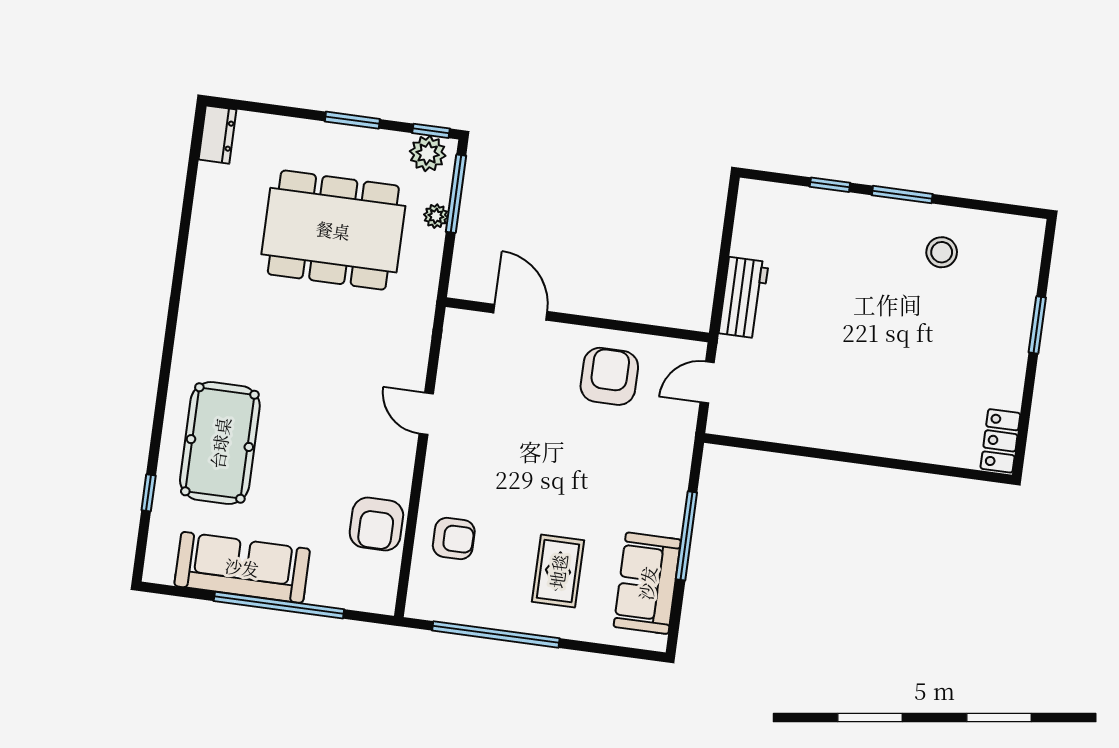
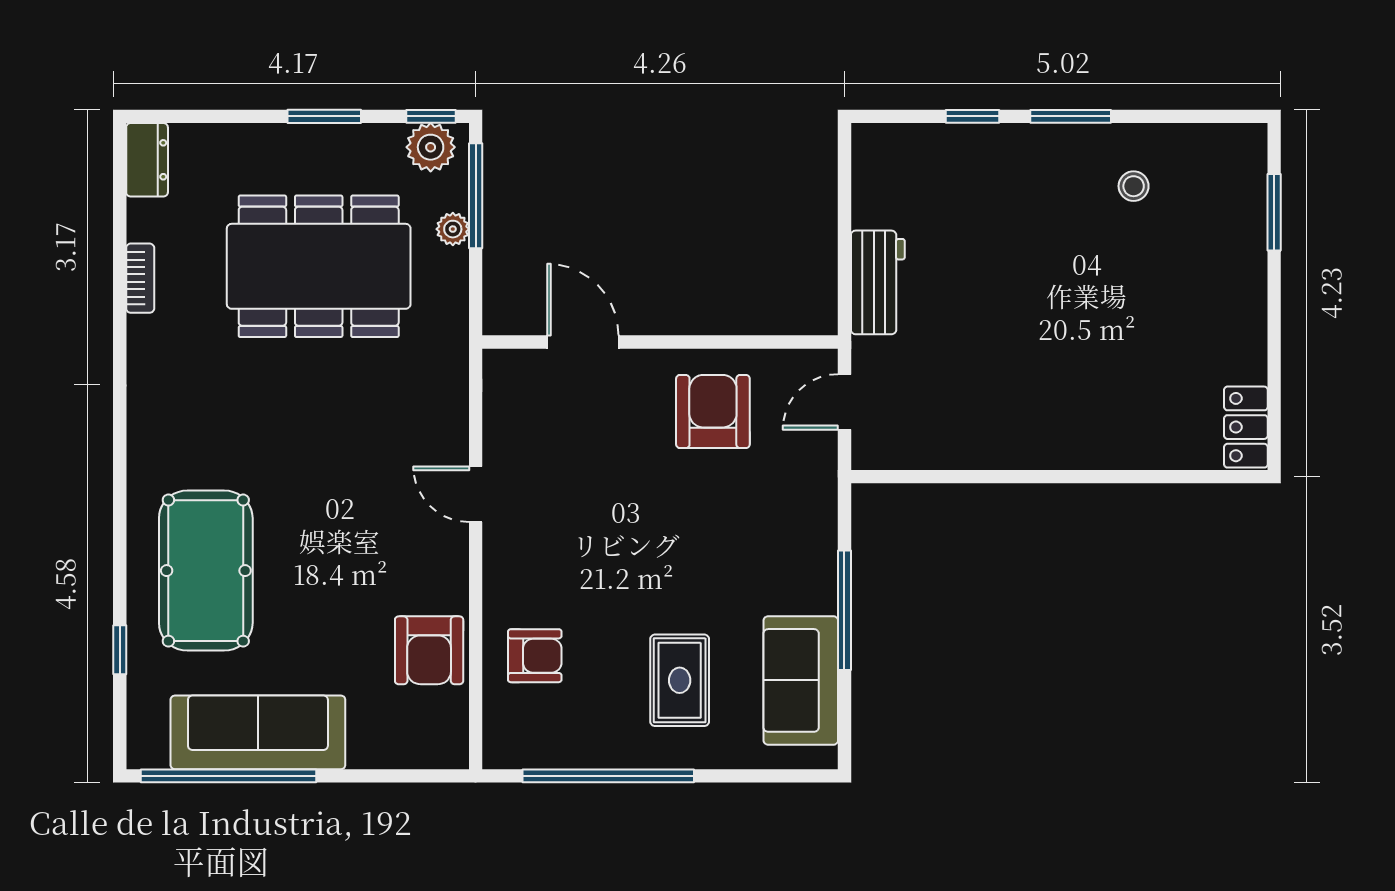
bookcase: (201, 221) -> (140, 278), added
stool: (942, 252) -> (1134, 186), width x0.73, depth x0.73
window: (1037, 325) -> (1274, 212), moved
window: (279, 605) -> (228, 776), moved

